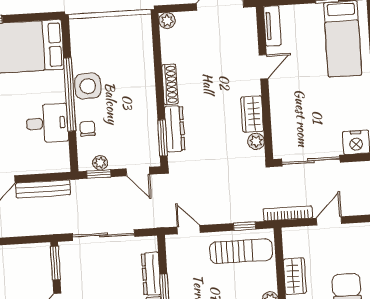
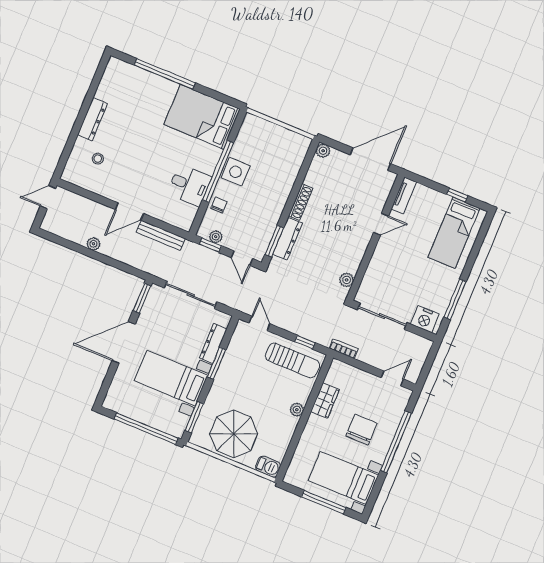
wardrobe: (252, 114) -> (354, 257), removed
bookcase: (288, 213) -> (344, 349), width x0.64
door: (329, 221) -> (392, 378), moved

